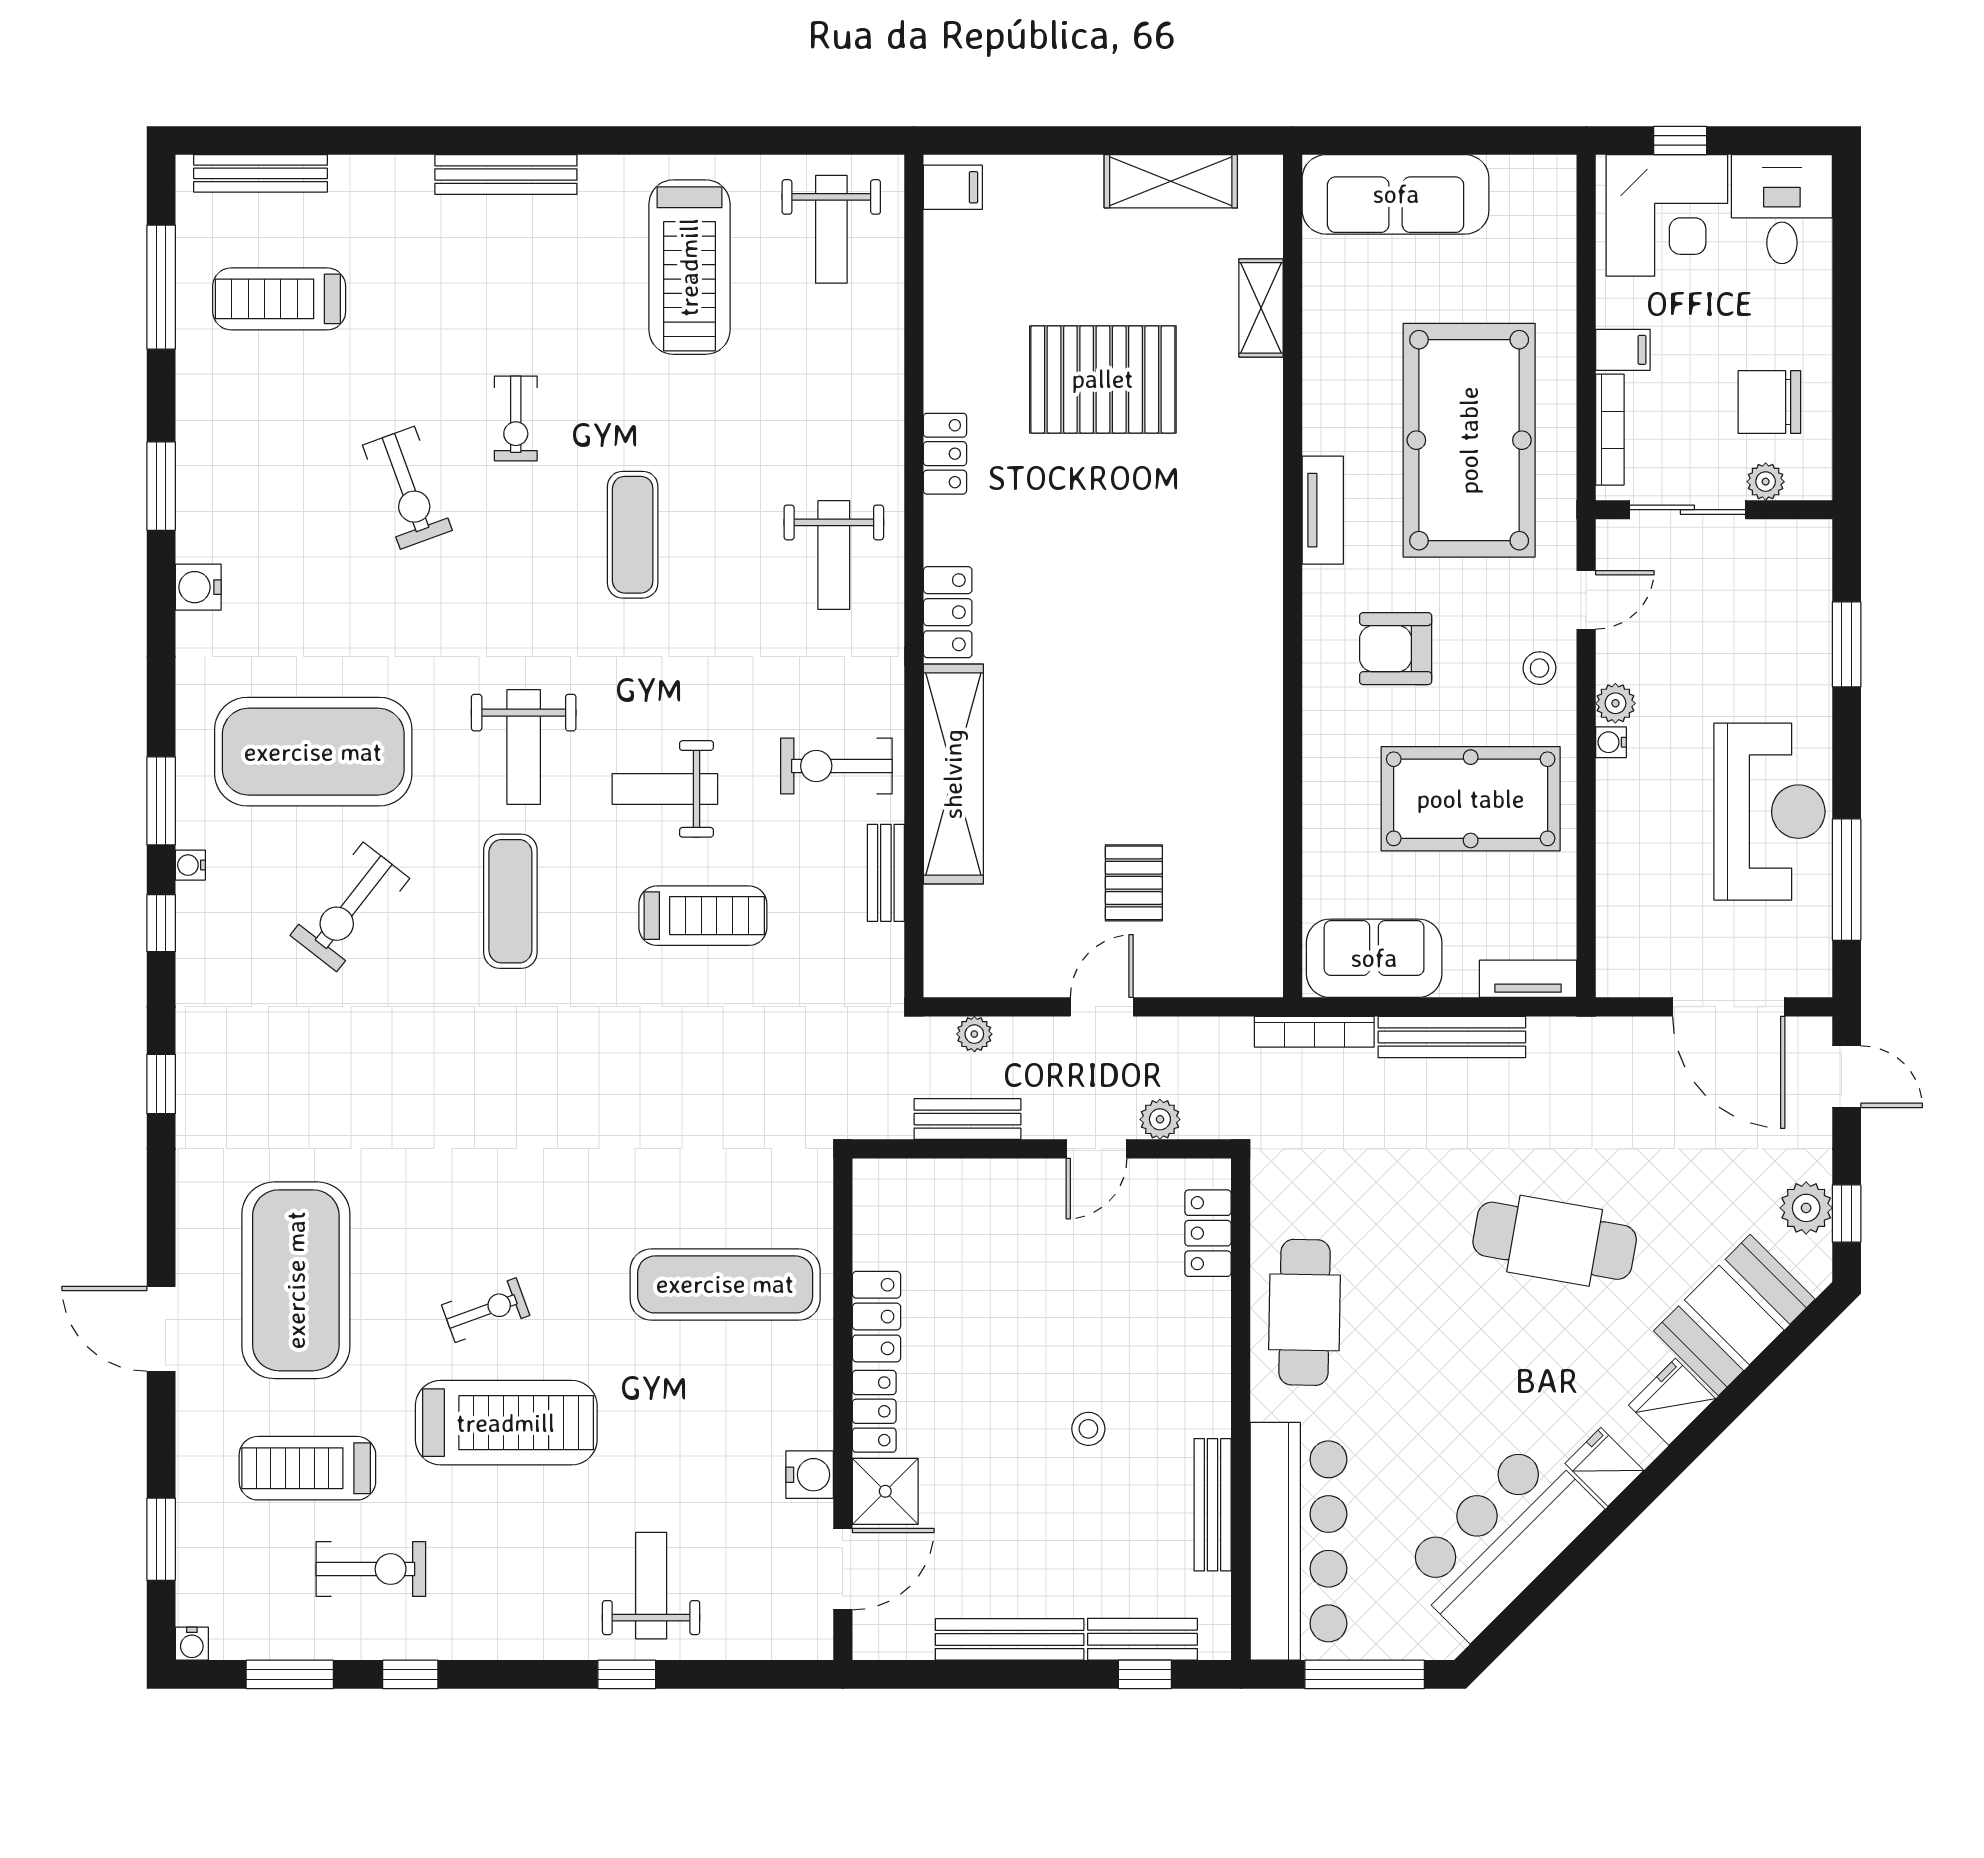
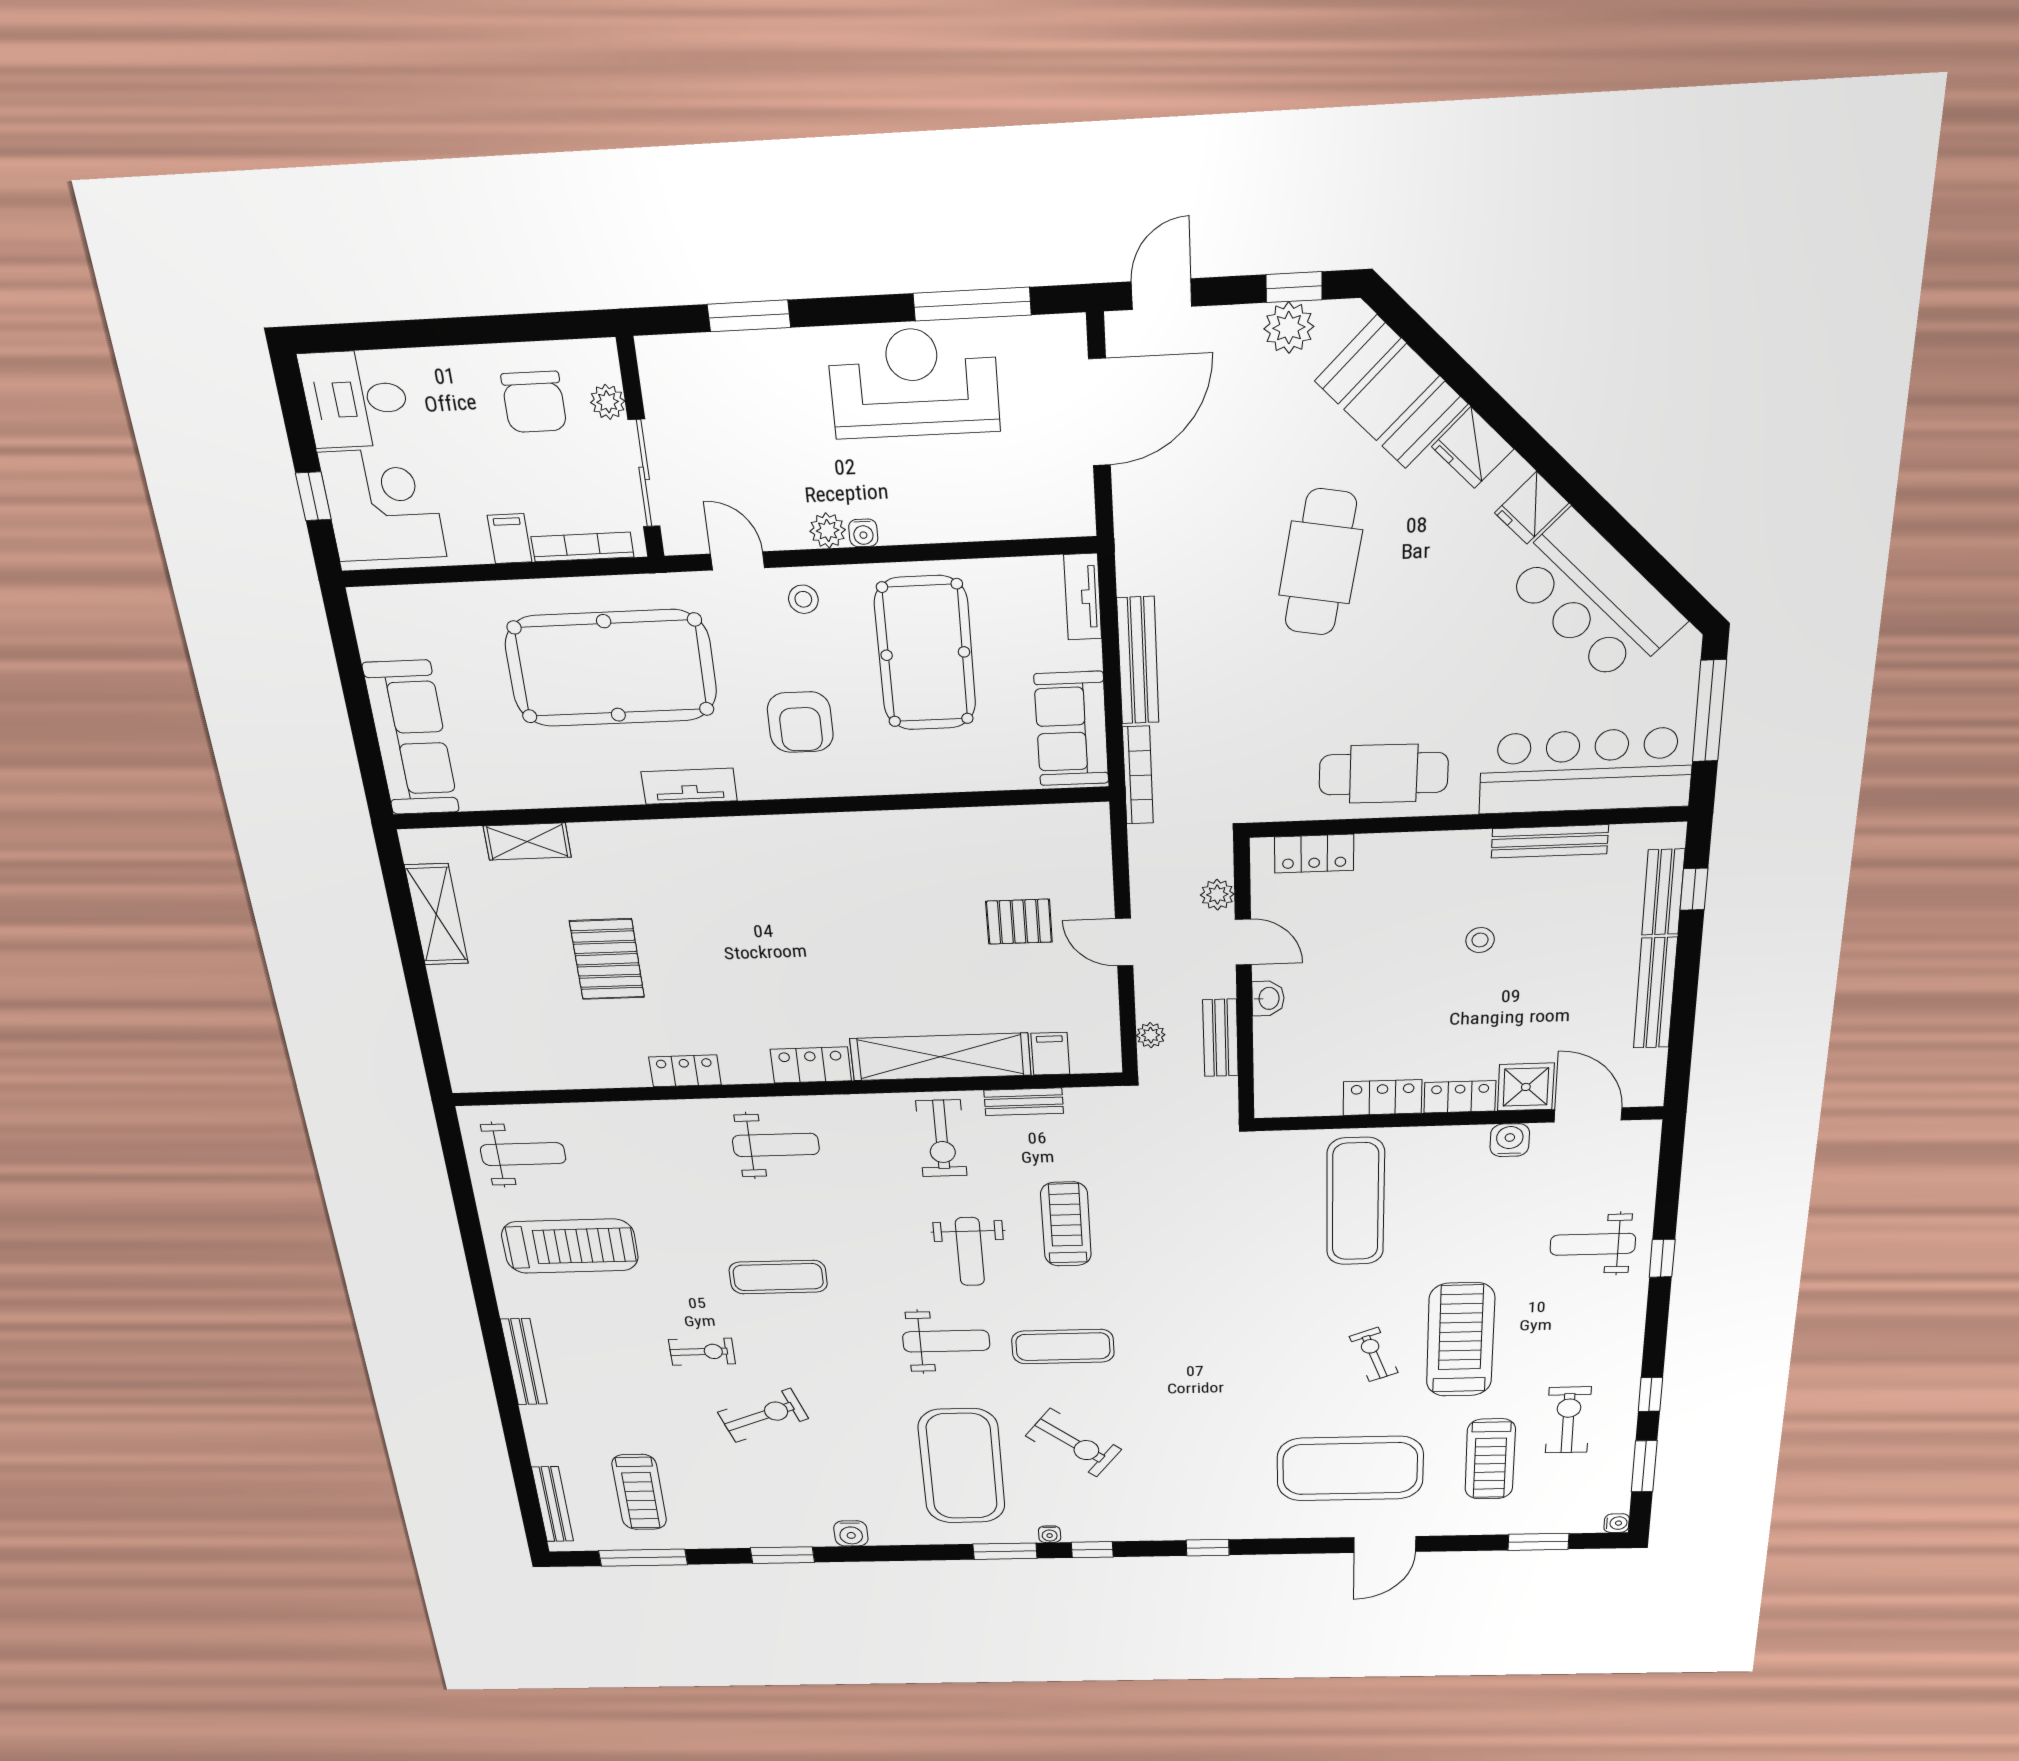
filing cabinet: (953, 187) -> (1050, 1054), moved
pallet: (1103, 379) -> (607, 959), width x0.73, depth x0.71
washbasin: (1020, 1178) -> (1268, 998), added

